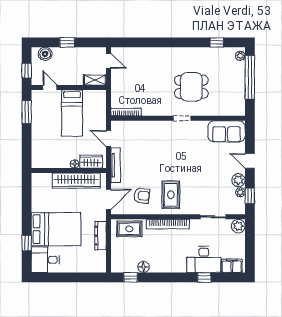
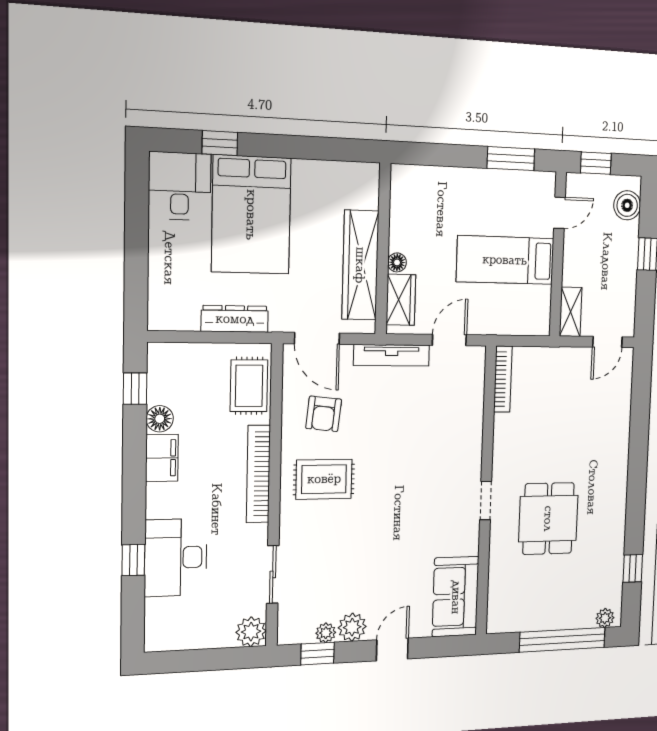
filing cabinet: (232, 266) -> (162, 458), moved

